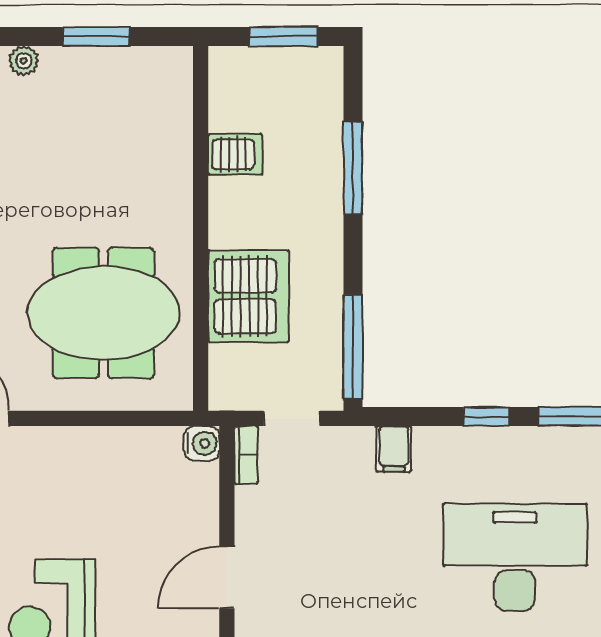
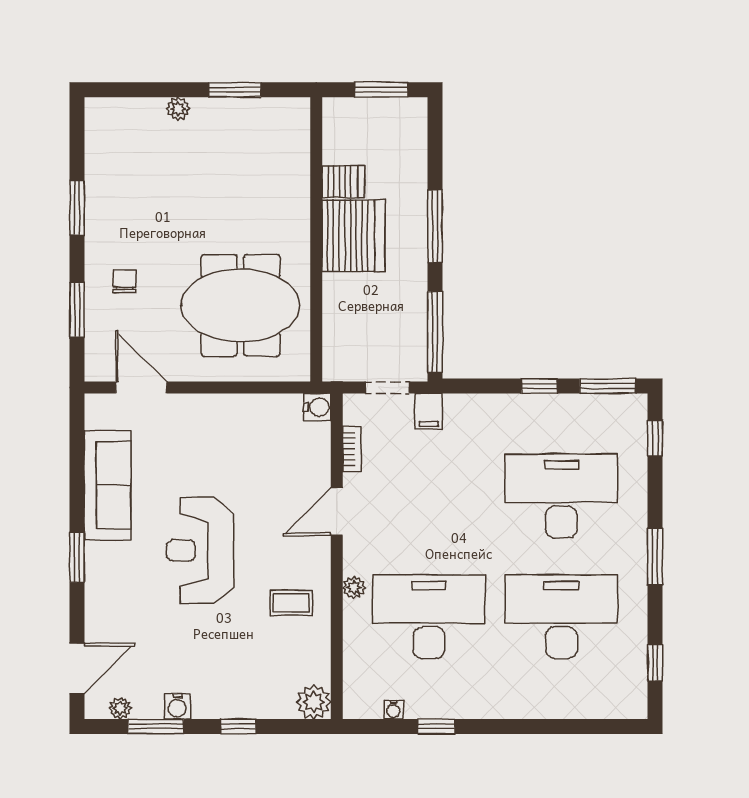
window: (353, 168) -> (435, 226), moved
server rack: (248, 296) -> (353, 236), moved
filing cabinet: (394, 449) -> (429, 411), moved
bookcase: (246, 455) -> (352, 449), moved

